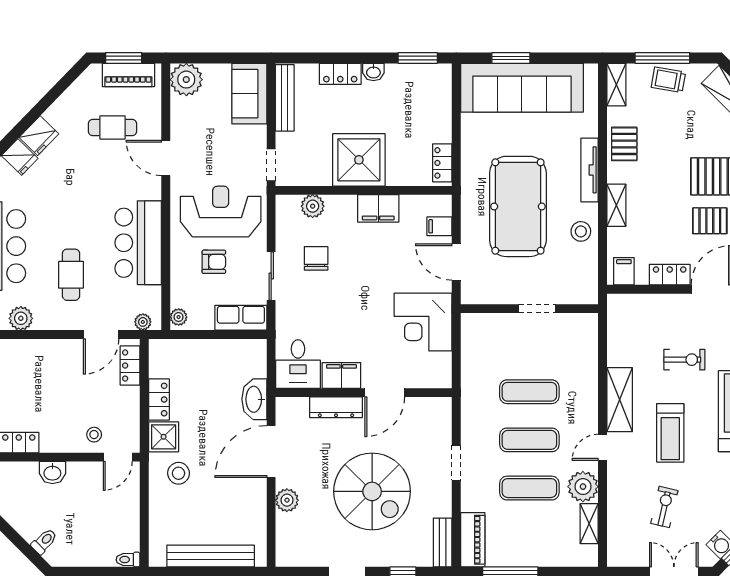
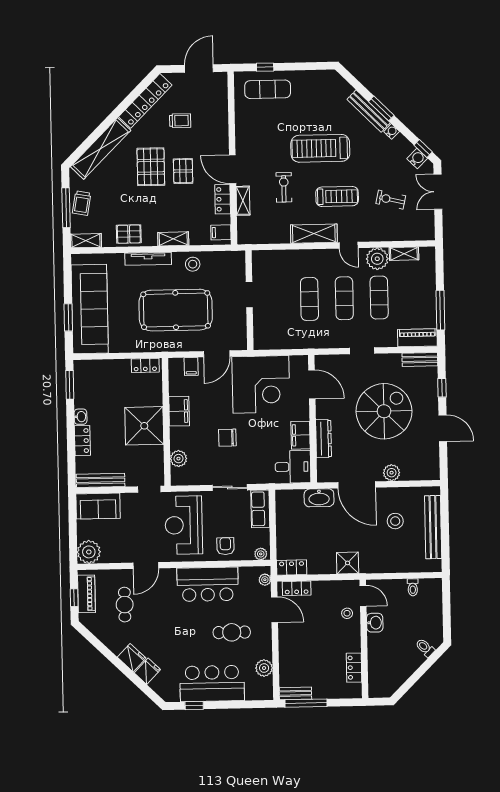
window: (124, 58) -> (74, 598), width x0.67
chair: (316, 258) -> (227, 438), moved
armchair: (214, 262) -> (225, 546), moved
shelving: (667, 303) -> (243, 201), added
corner desk: (423, 322) -> (261, 384), width x1.36, depth x1.36
door: (385, 393) -> (312, 384), moved
locker: (159, 400) -> (292, 567), moved
washbasin: (52, 473) -> (375, 623), moved
stool: (179, 473) -> (395, 521), moved
toilet: (128, 560) -> (413, 587), moved

